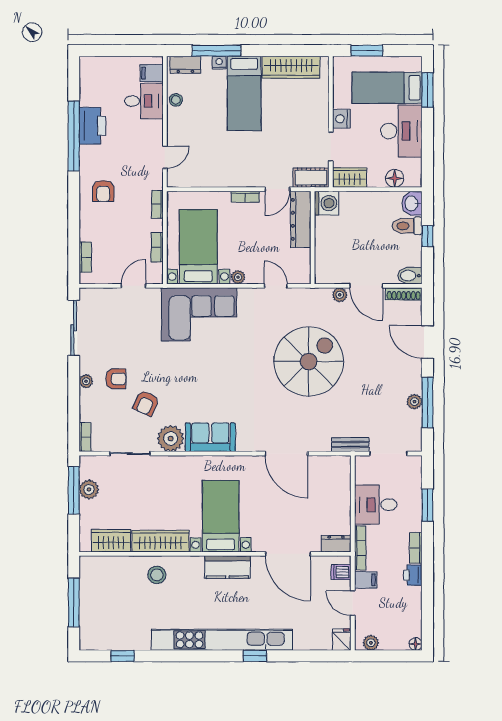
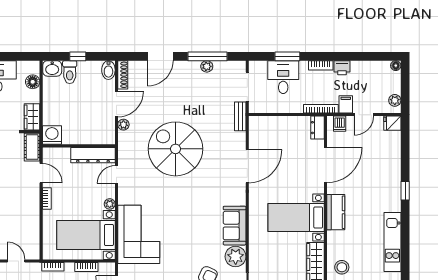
dresser: (301, 219) -> (93, 155), moved
desk: (376, 505) -> (283, 77), moved, turned 180
kitchen unit: (222, 640) -> (392, 242), width x0.54

